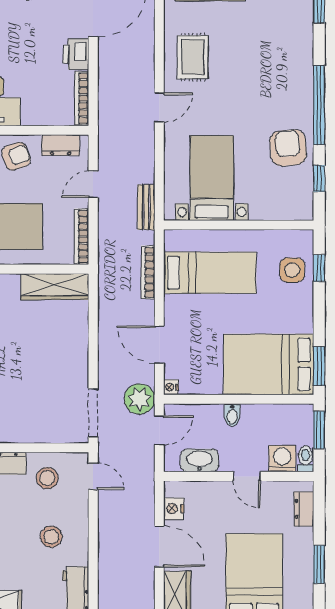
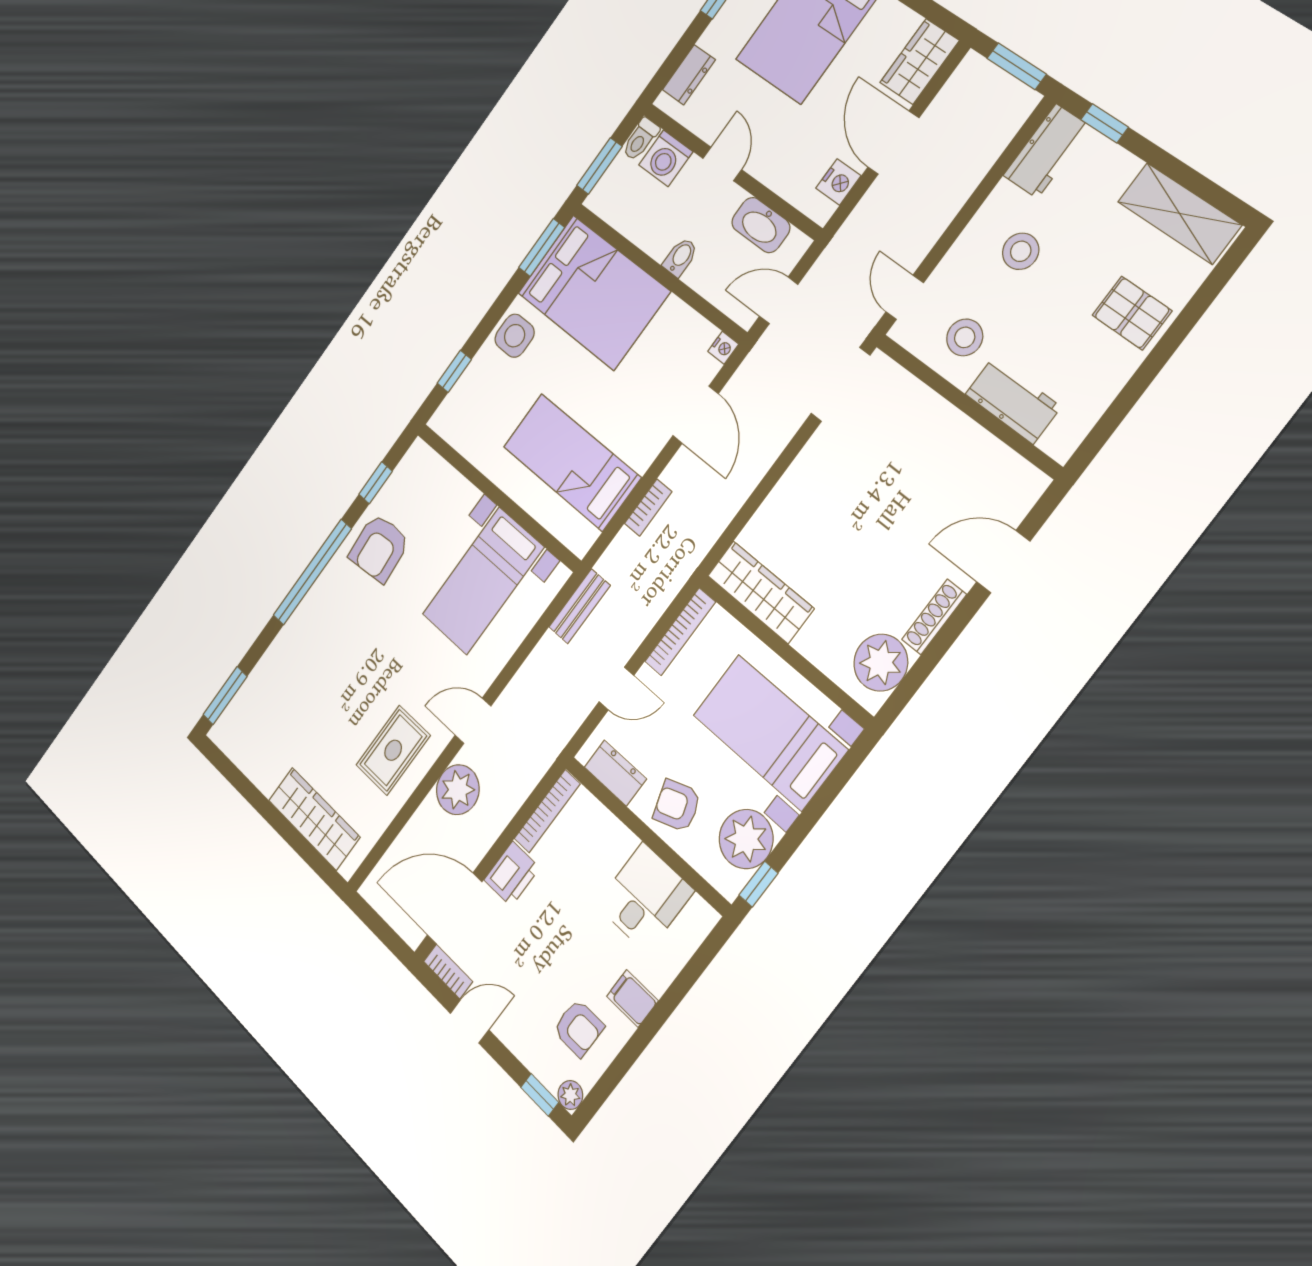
side table: (292, 270) -> (515, 336), moved
bookcase: (148, 272) -> (648, 508), width x0.64
plant: (139, 399) -> (458, 790), moved

